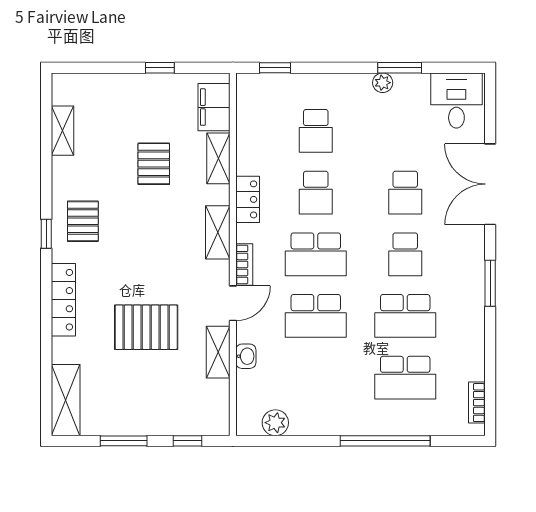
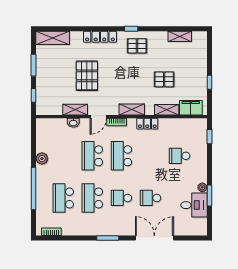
desk: (456, 100) -> (194, 205), moved
school desk: (316, 193) -> (150, 156), removed
door: (233, 303) -> (98, 117), hinge flipped
plant: (275, 423) -> (42, 159), moved

